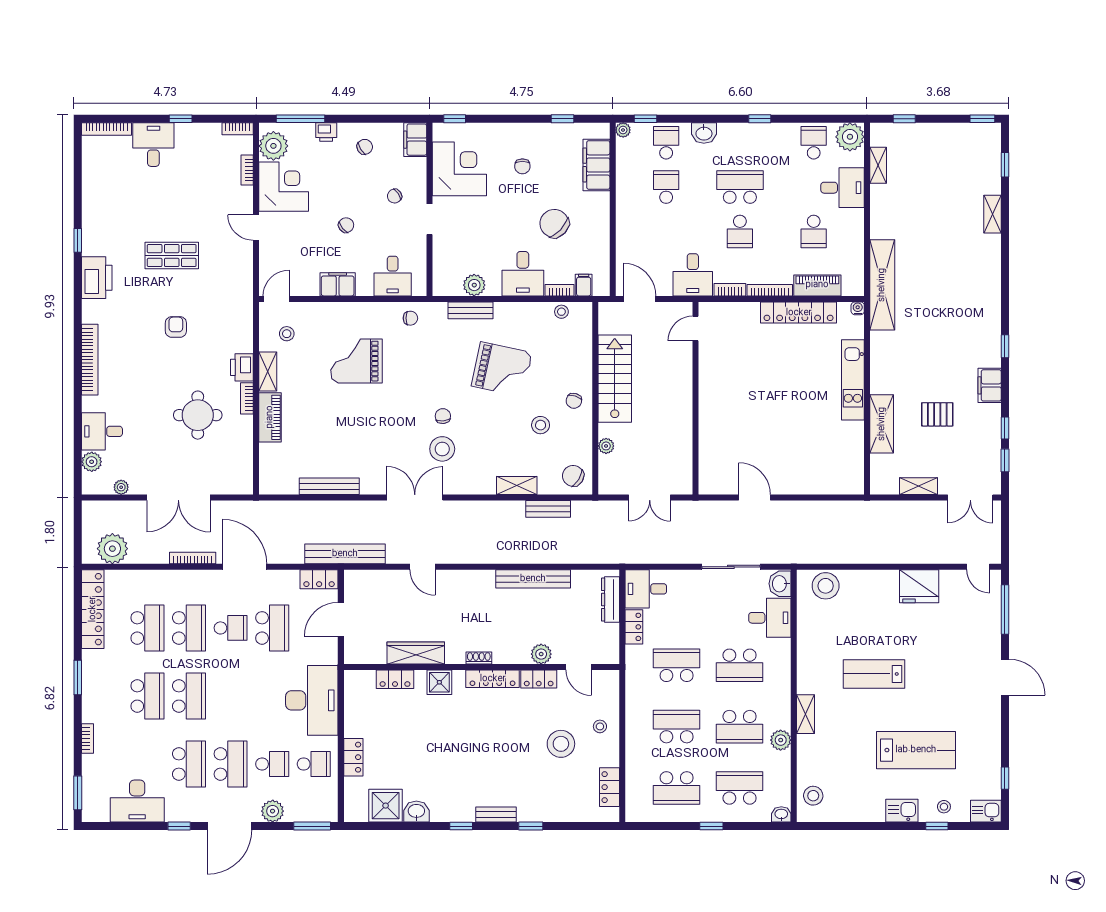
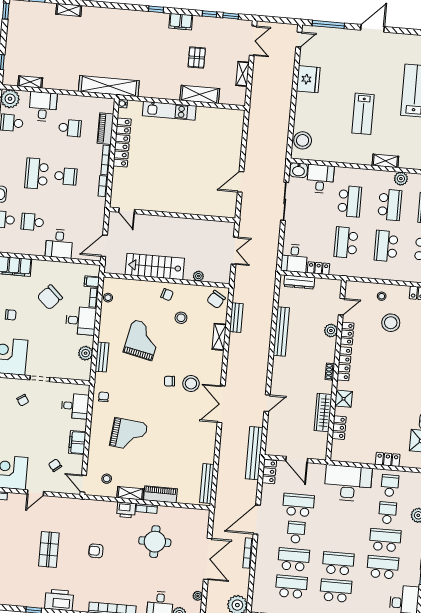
chair: (346, 225) -> (55, 465), moved
desk: (693, 275) -> (59, 244), moved, turned 90
grand piano: (357, 361) -> (129, 435), turned -84
bench: (329, 486) -> (207, 483), moved

